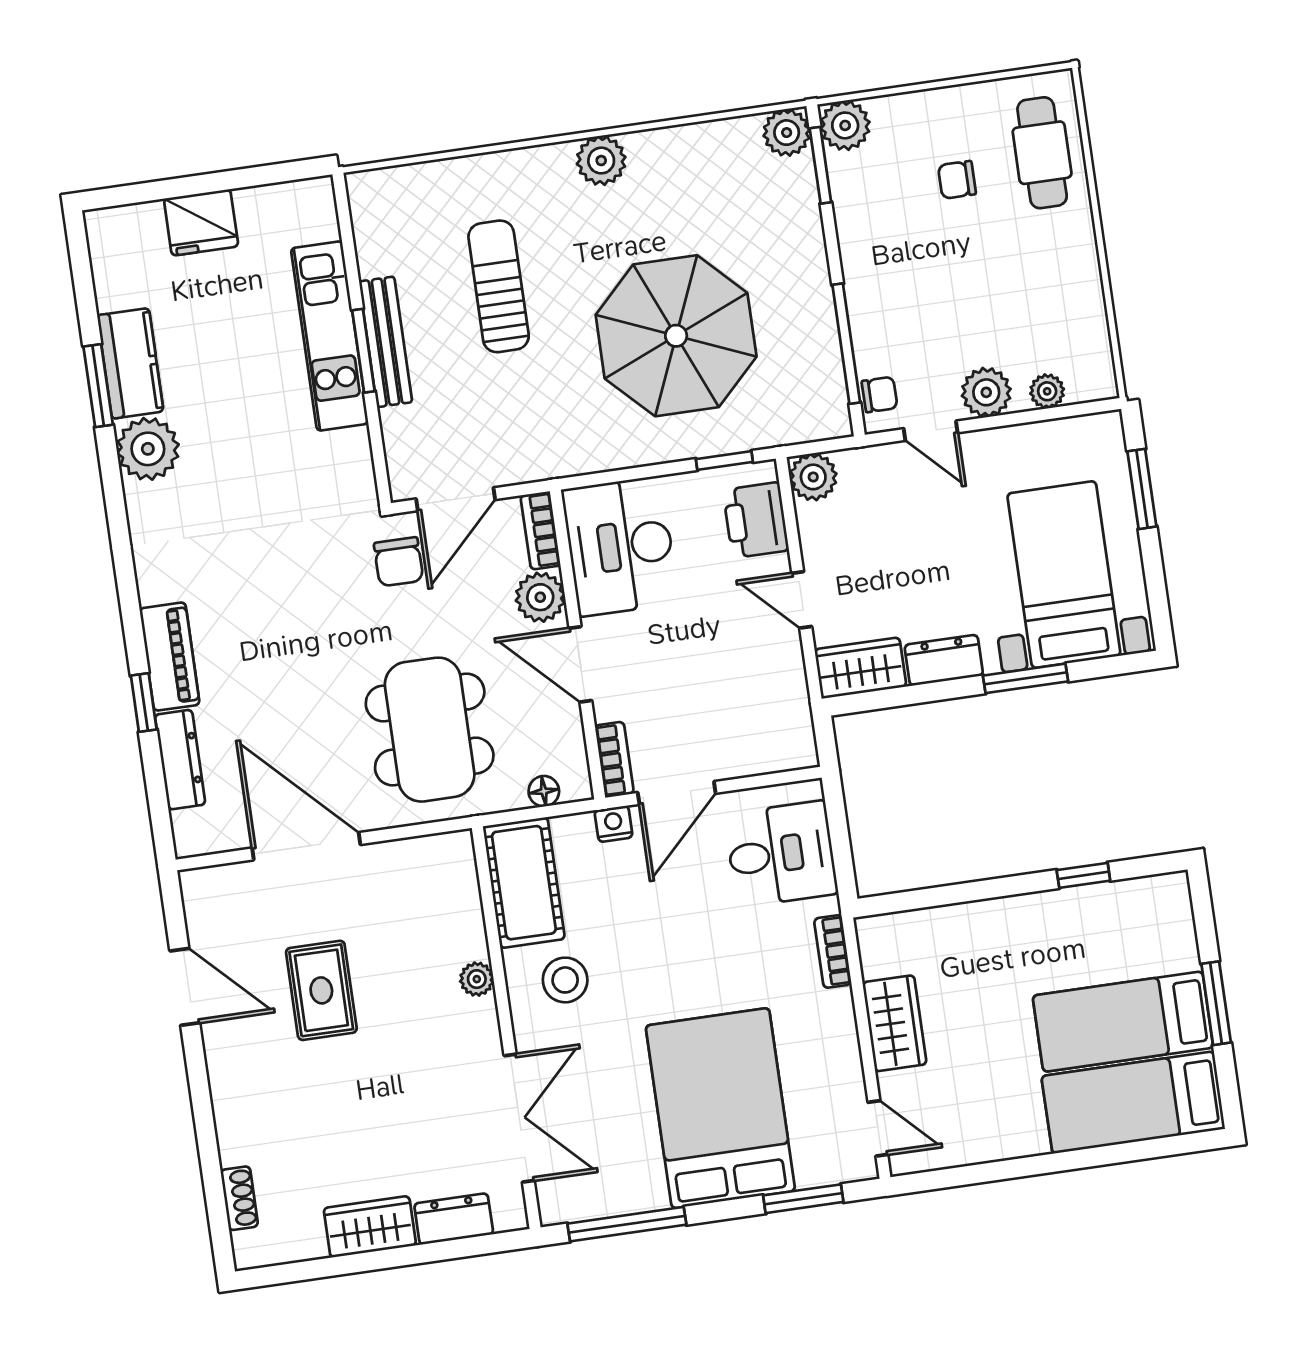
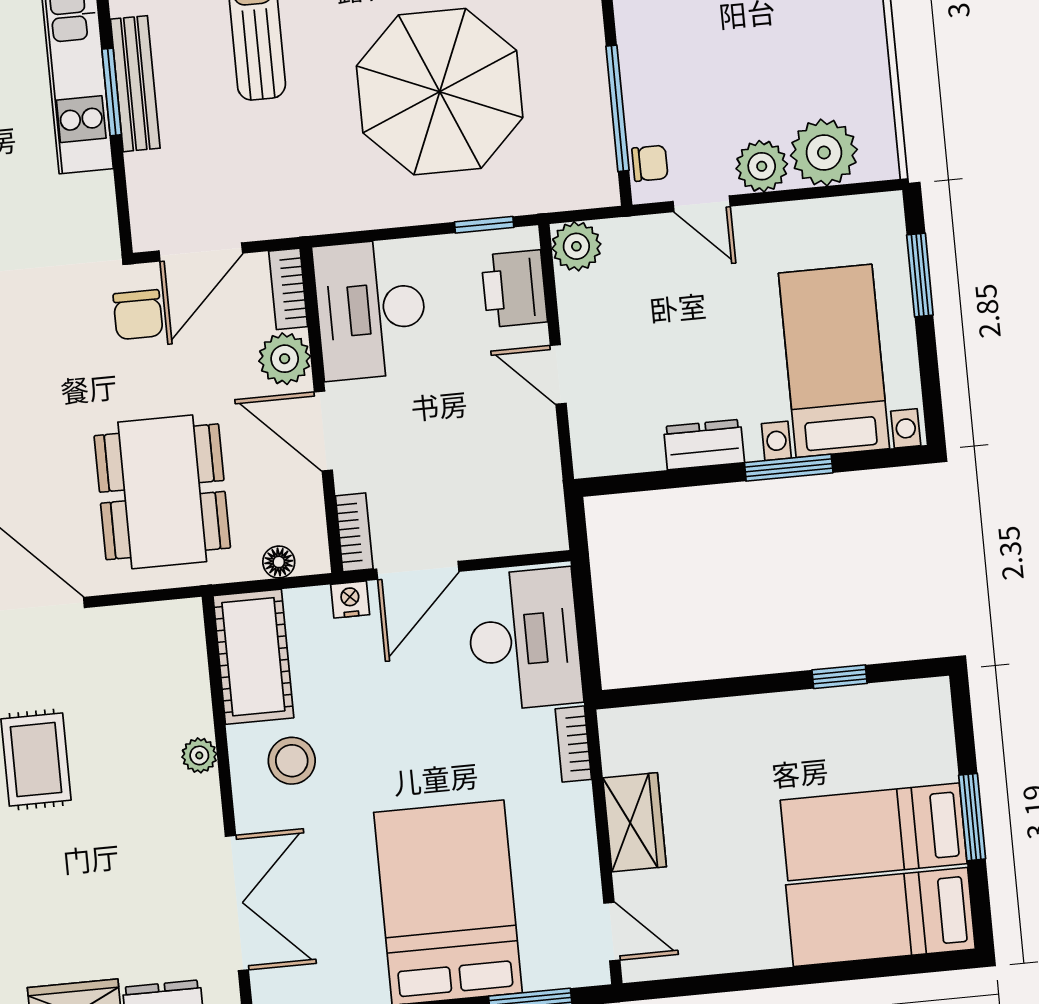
plant: (1047, 391) -> (824, 153), width x1.88, depth x1.88
wardrobe: (860, 668) -> (616, 449), removed
desk: (781, 854) -> (524, 639), width x1.37

